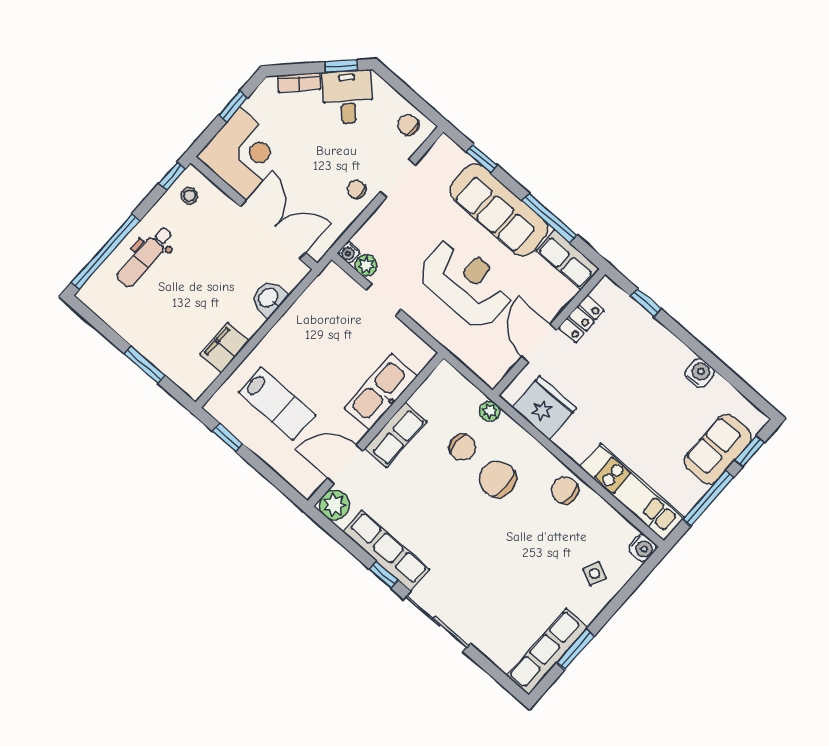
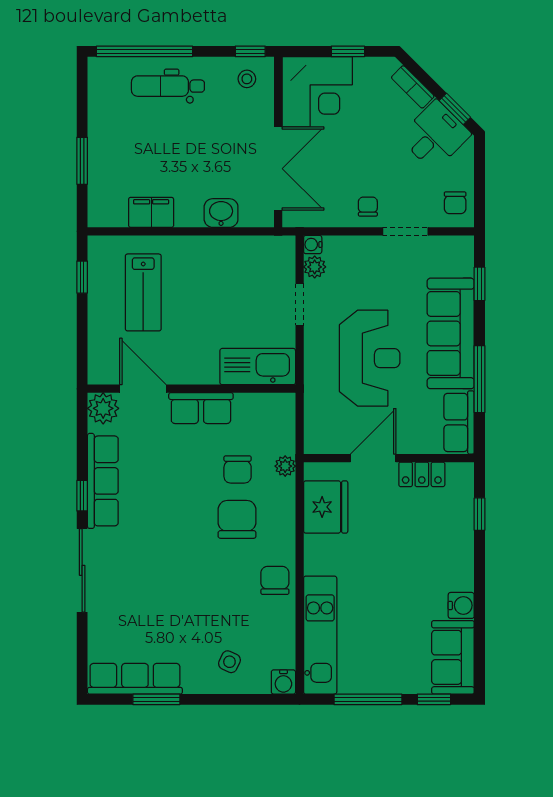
chair: (408, 125) -> (455, 203), turned 180
kitchen sink: (381, 392) -> (258, 367), moved
sofa: (718, 449) -> (453, 657), moved, turned -90

